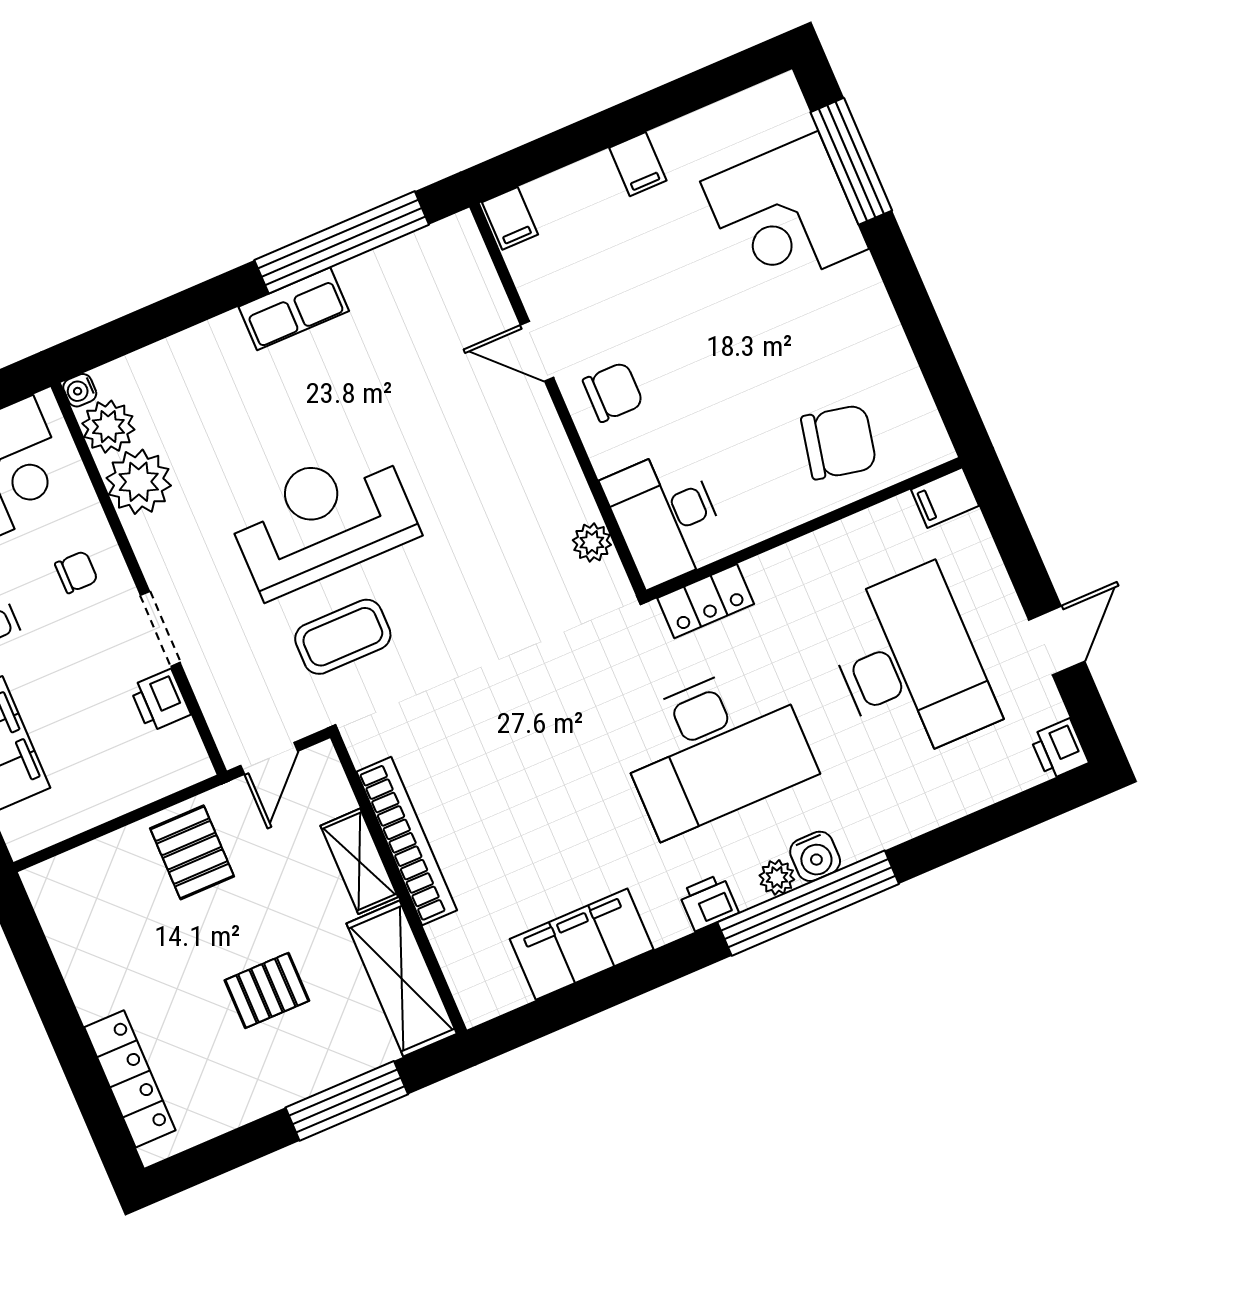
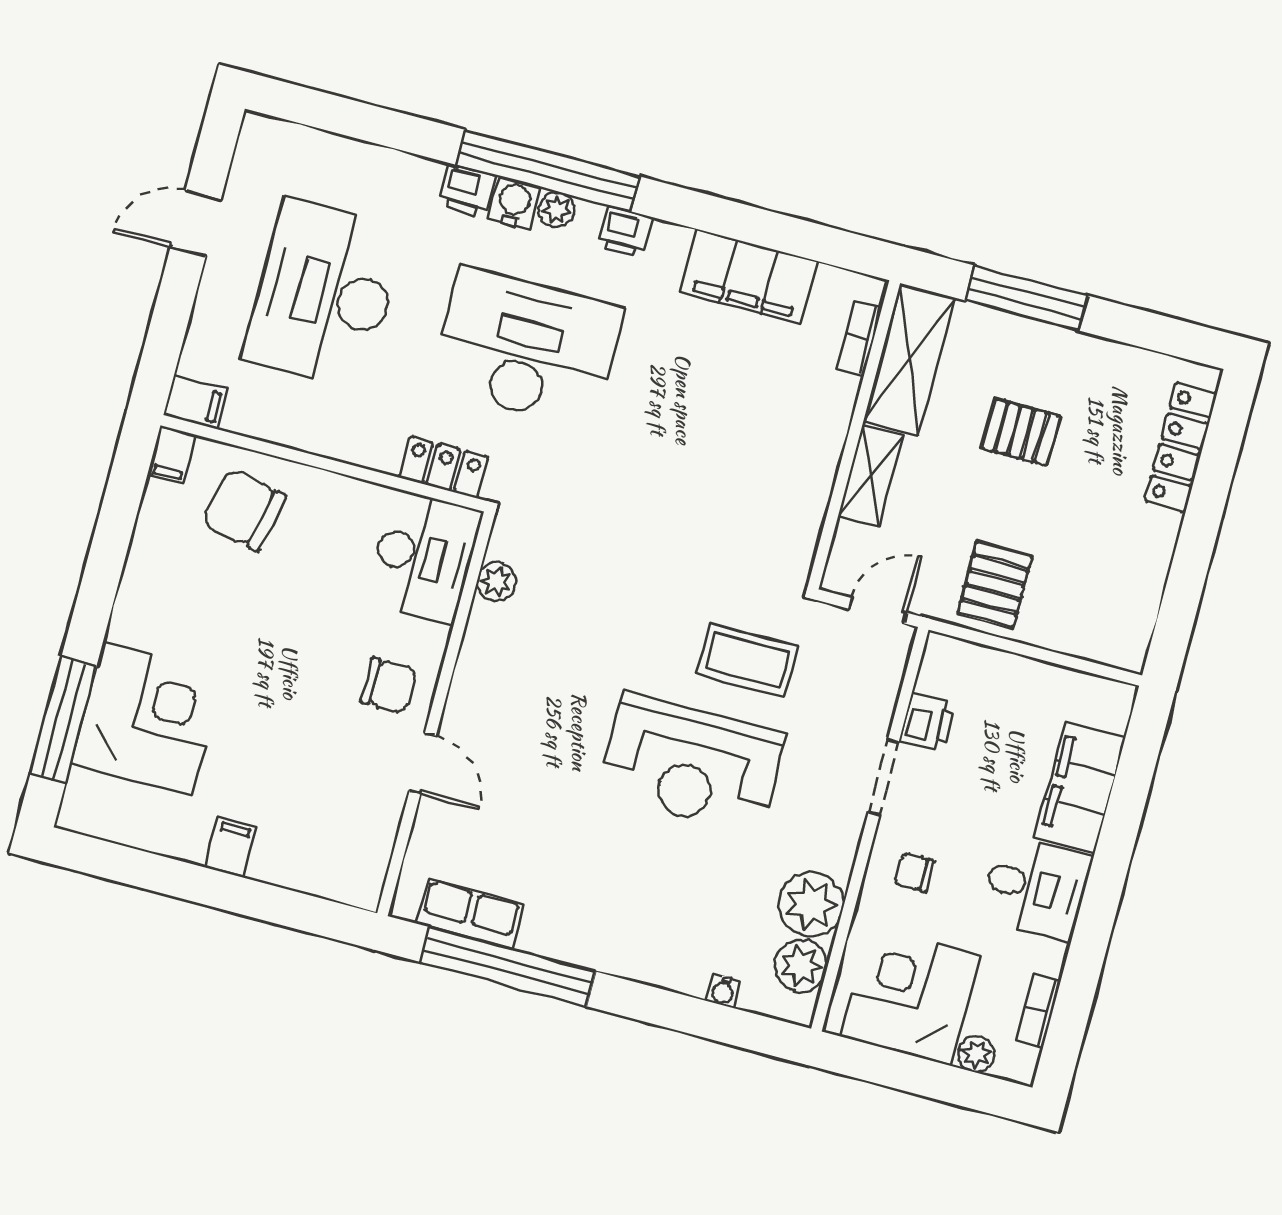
filing cabinet: (510, 218) -> (172, 455), moved, turned 180
row of seats: (294, 309) -> (470, 914), moved
water cooler: (80, 390) -> (723, 991), moved, turned 90
chair: (613, 392) -> (388, 686), turned 180
printer: (1059, 749) -> (466, 190), moved, turned 90
bookcase: (407, 841) -> (859, 338), moved, width x0.43, depth x0.76

